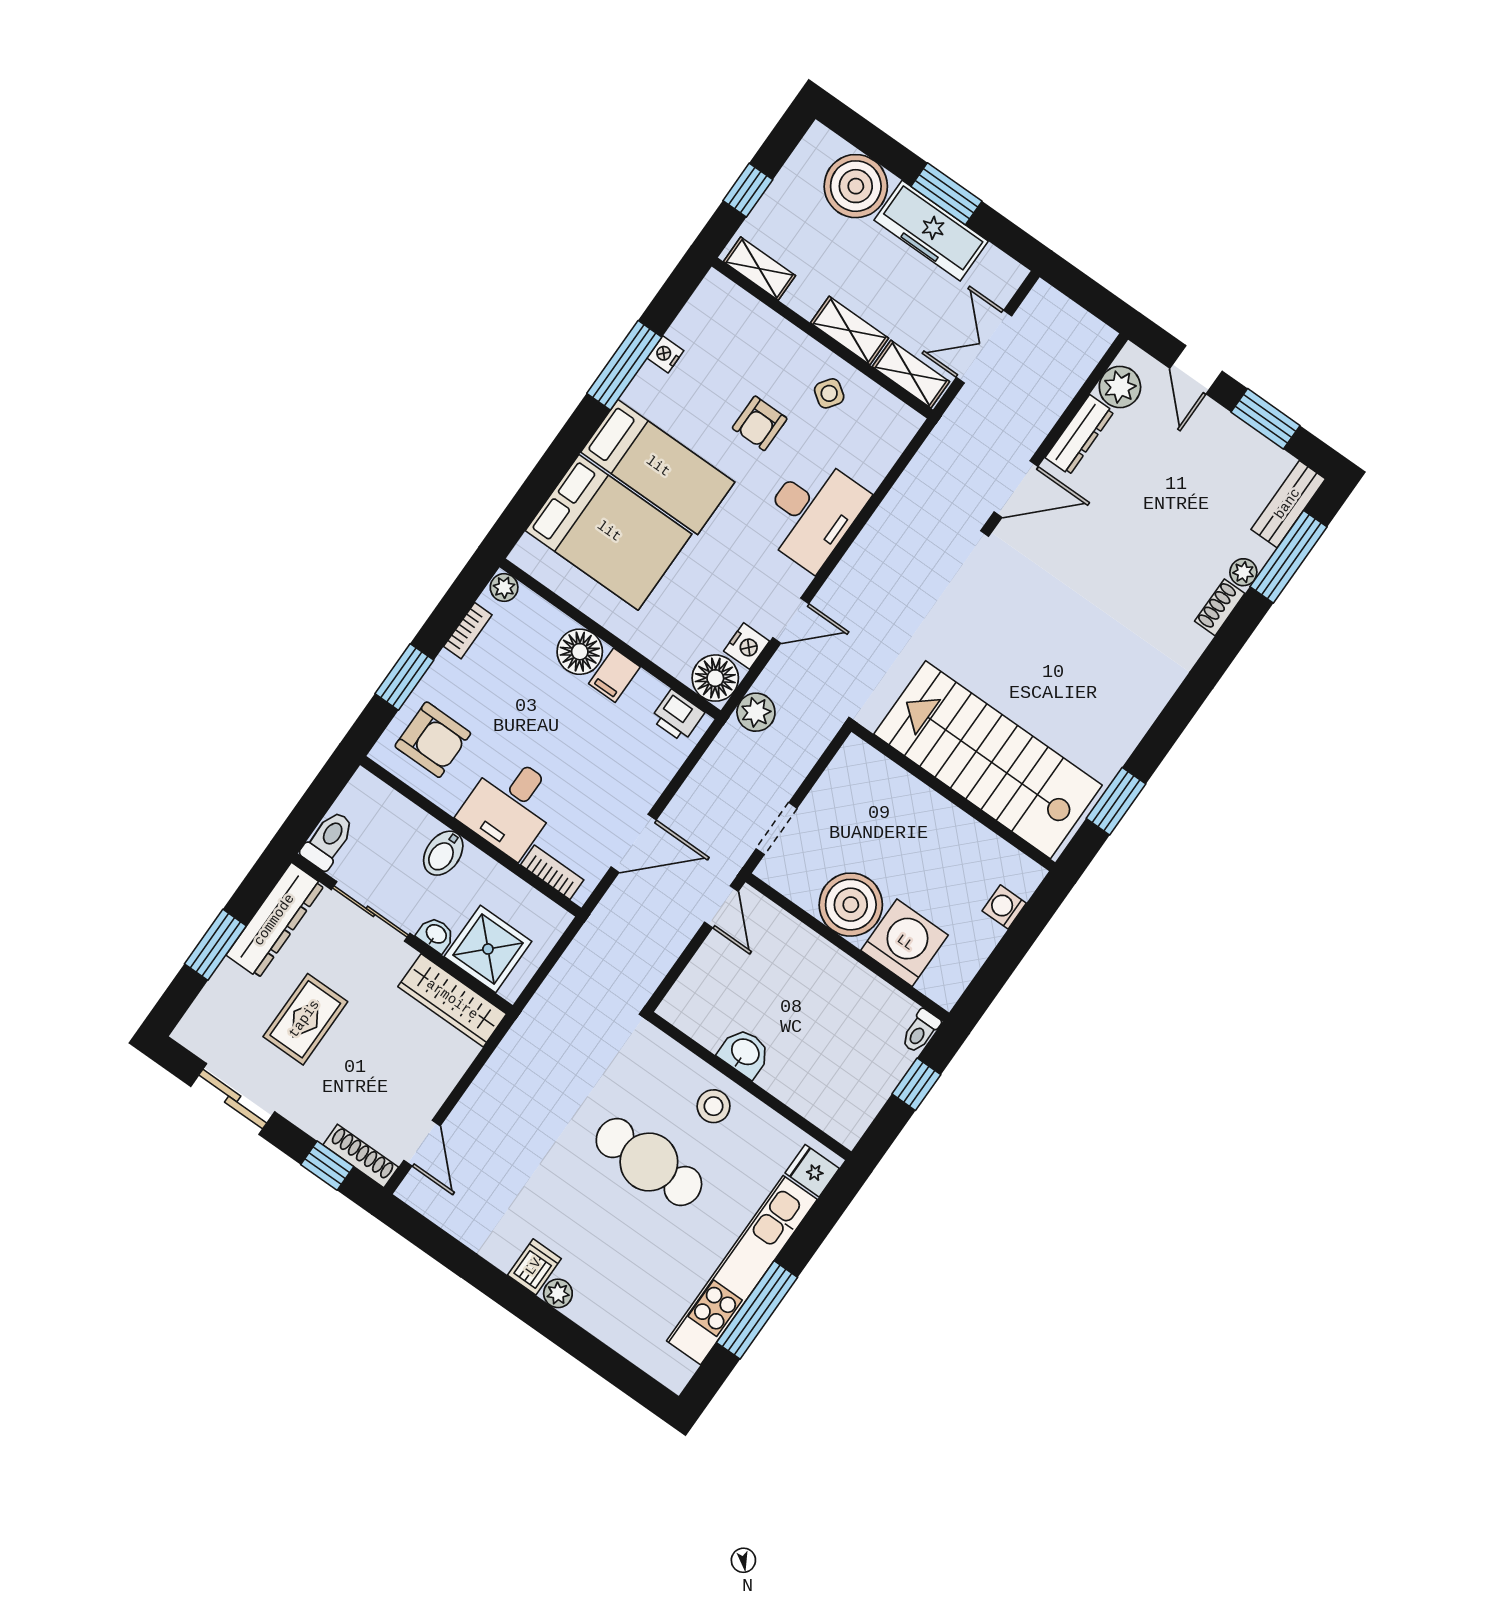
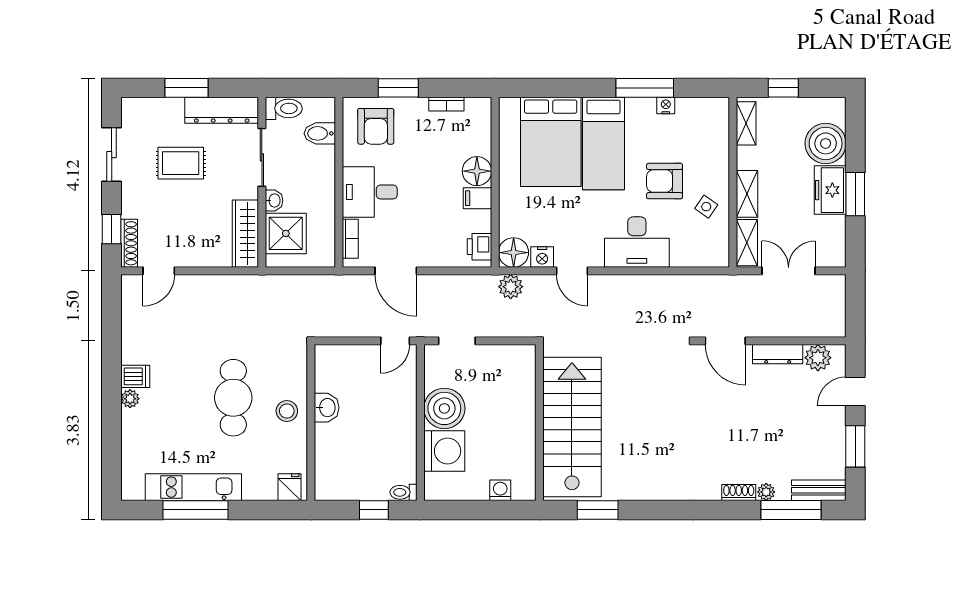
freezer: (931, 231) -> (830, 190), width x0.71
armchair: (760, 423) -> (665, 181), width x1.38, depth x1.38
plant: (504, 587) -> (483, 107), removed
bidet: (443, 853) -> (320, 133), moved
kitchen unit: (742, 1270) -> (193, 487), width x0.73

